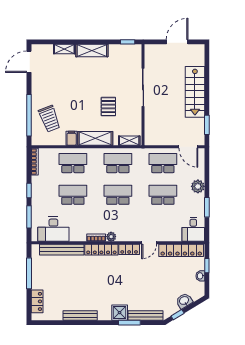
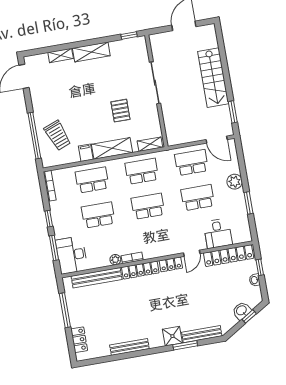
desk: (53, 229) -> (72, 255), moved, turned 90
desk: (193, 229) -> (218, 233), moved
plant: (111, 237) -> (115, 260), moved
window: (178, 315) -> (249, 316), moved

